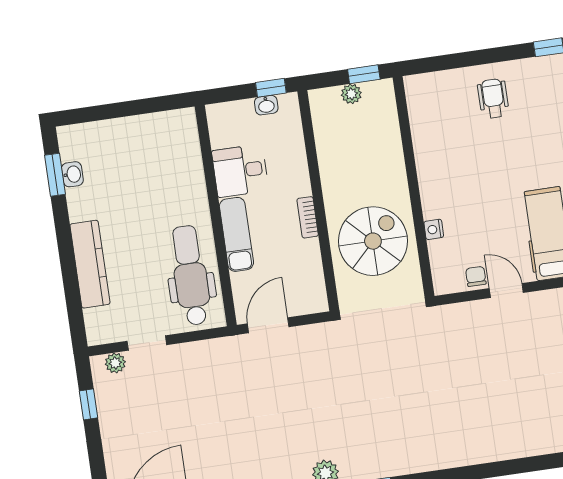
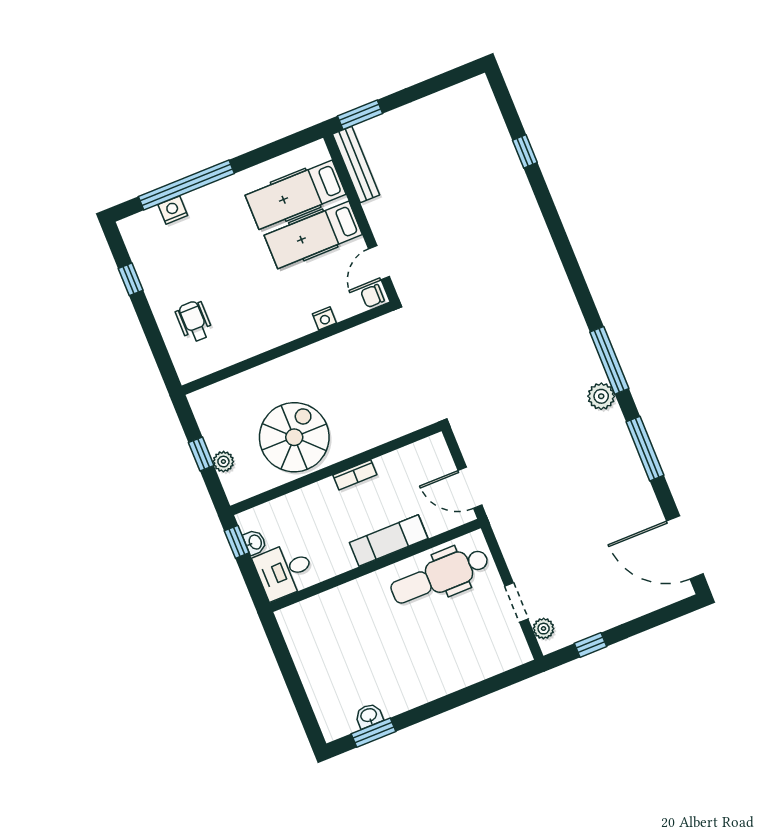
wheelchair: (493, 98) -> (194, 321), turned 90
desk: (240, 171) -> (284, 571), moved, turned 90
wall: (414, 187) -> (287, 348), moved
nightstand: (434, 229) -> (324, 318), moved
spiral stairs: (373, 241) -> (294, 437), moved, turned 90
kitchen counter: (90, 264) -> (453, 677), removed

